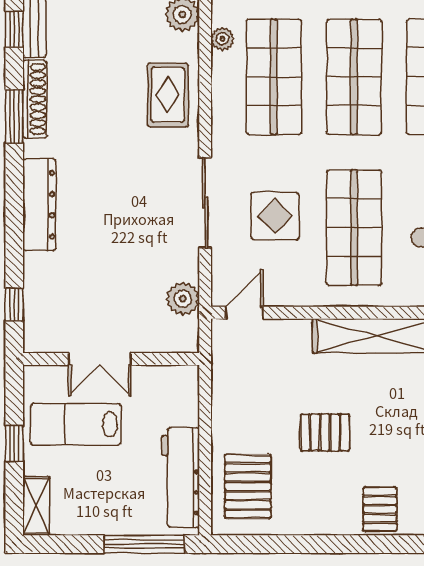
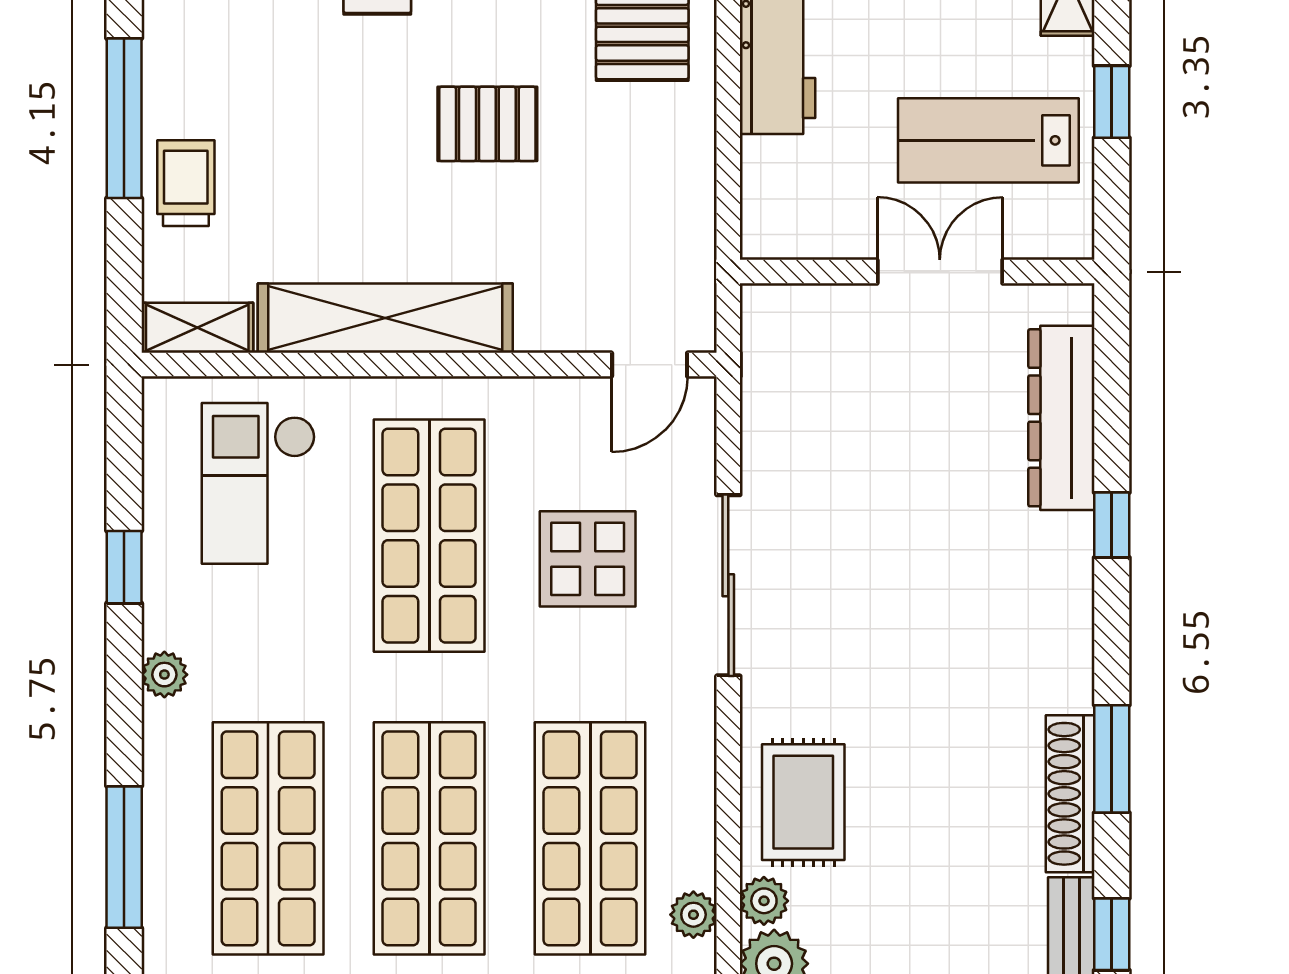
dresser: (39, 205) -> (1061, 418), moved
plant: (183, 299) -> (764, 901), moved, width x0.73, depth x0.73
window: (14, 305) -> (1112, 525), moved
lab bench: (76, 424) -> (988, 140), turned 180

